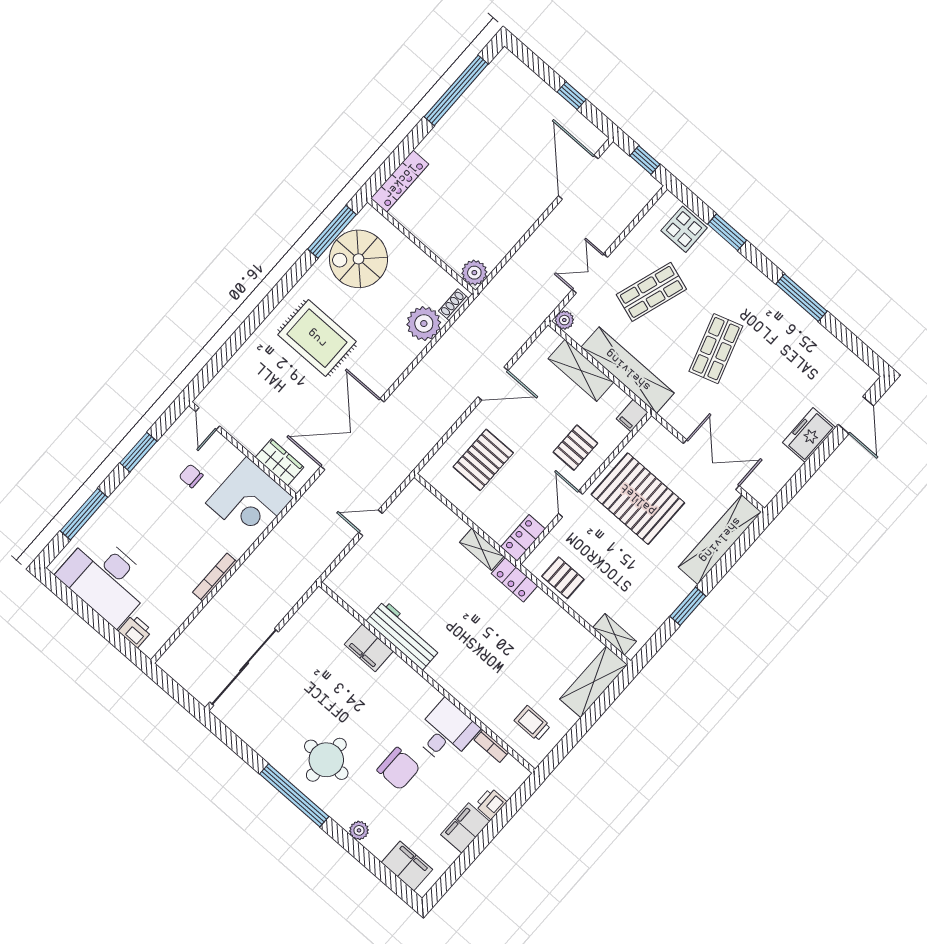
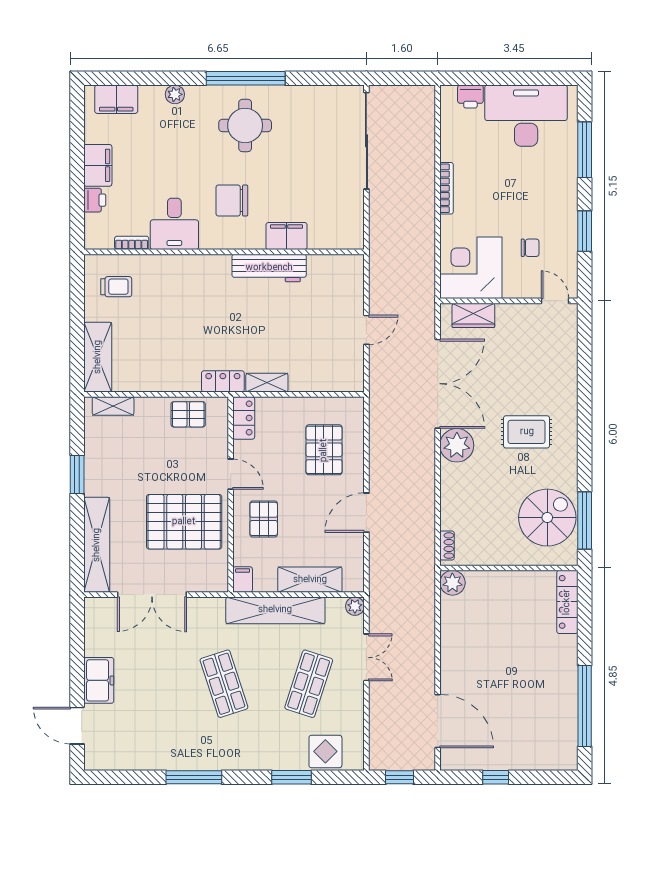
plant: (424, 324) -> (457, 445), moved
rug: (317, 338) -> (527, 432), width x0.73, depth x0.70
chair: (399, 769) -> (232, 200), moved

